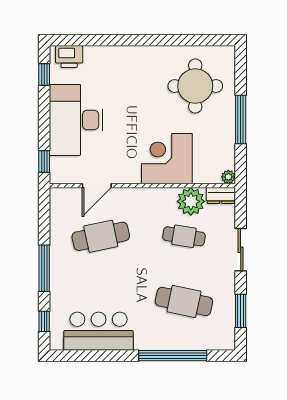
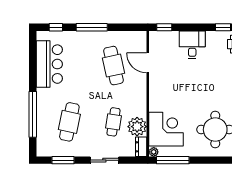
window: (241, 119) -> (173, 160), moved
desk: (76, 120) -> (192, 45), width x0.53, depth x0.77
corner desk: (167, 159) -> (166, 129), moved

